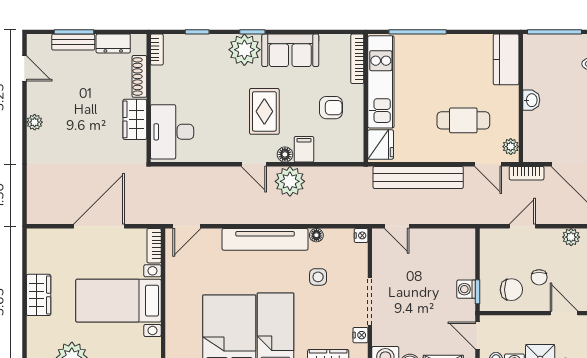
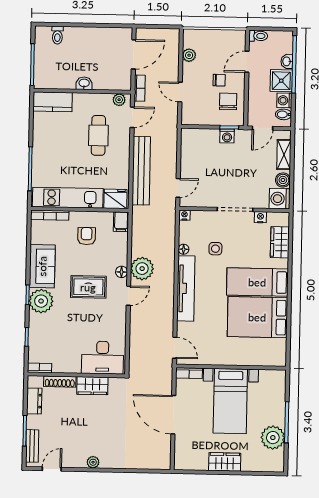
bench: (73, 42) -> (32, 446), moved
filing cabinet: (304, 149) -> (121, 222), moved, turned -90

